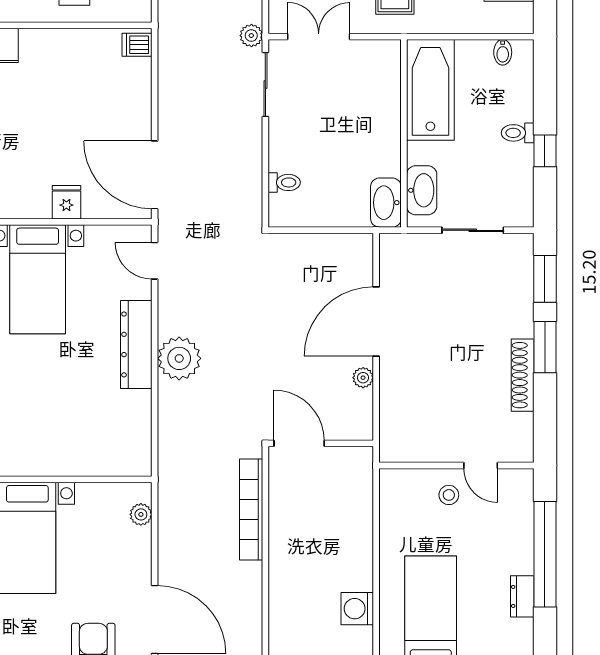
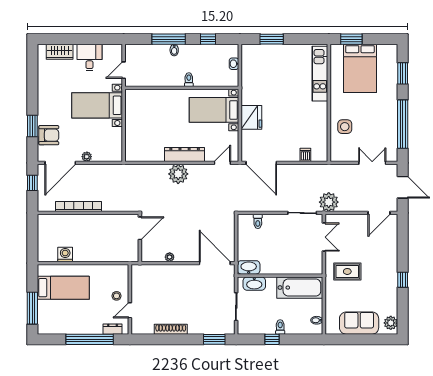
plant: (251, 36) -> (329, 202), width x1.88, depth x1.88
dishwasher: (137, 45) -> (305, 155), moved
door: (155, 175) -> (261, 163), swing flipped
fridge: (66, 202) -> (251, 117), width x1.88, depth x1.34
door: (376, 322) -> (215, 263), moved
window: (545, 347) -> (183, 339), removed
bookcase: (251, 509) -> (79, 207), moved
plant: (141, 514) -> (87, 157), moved
dresser: (522, 596) -> (113, 329), moved

